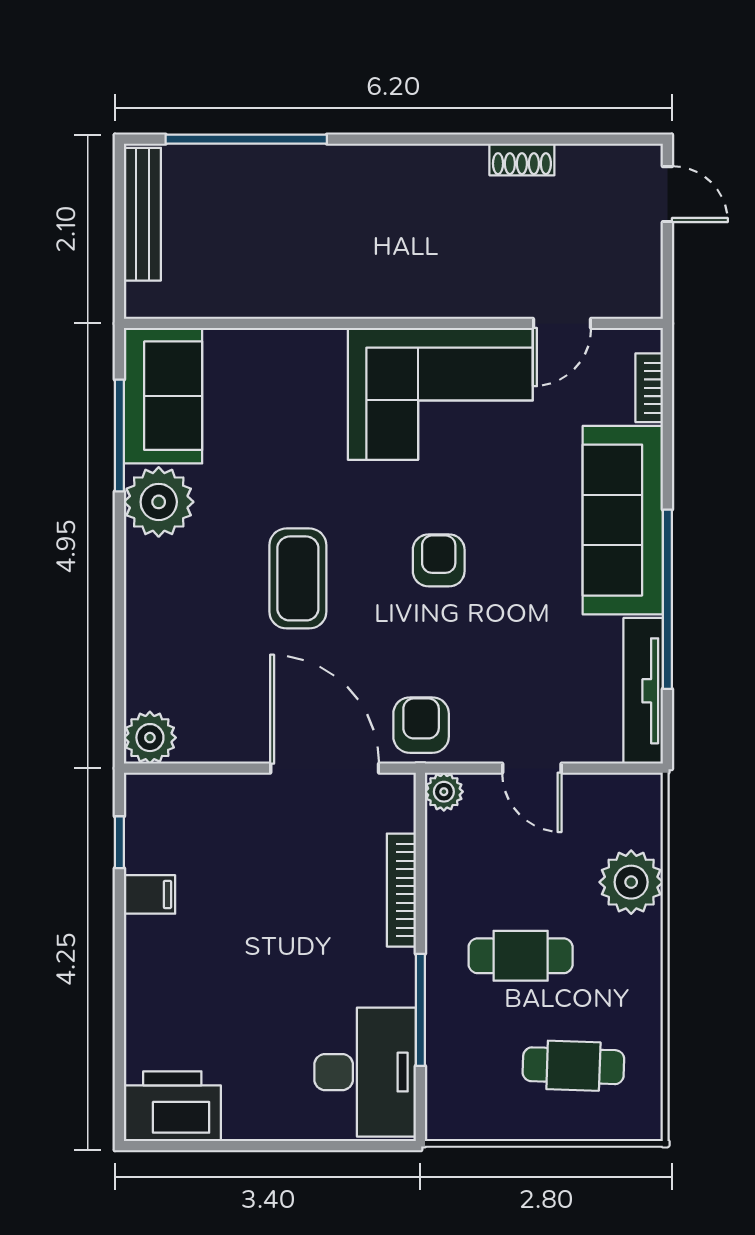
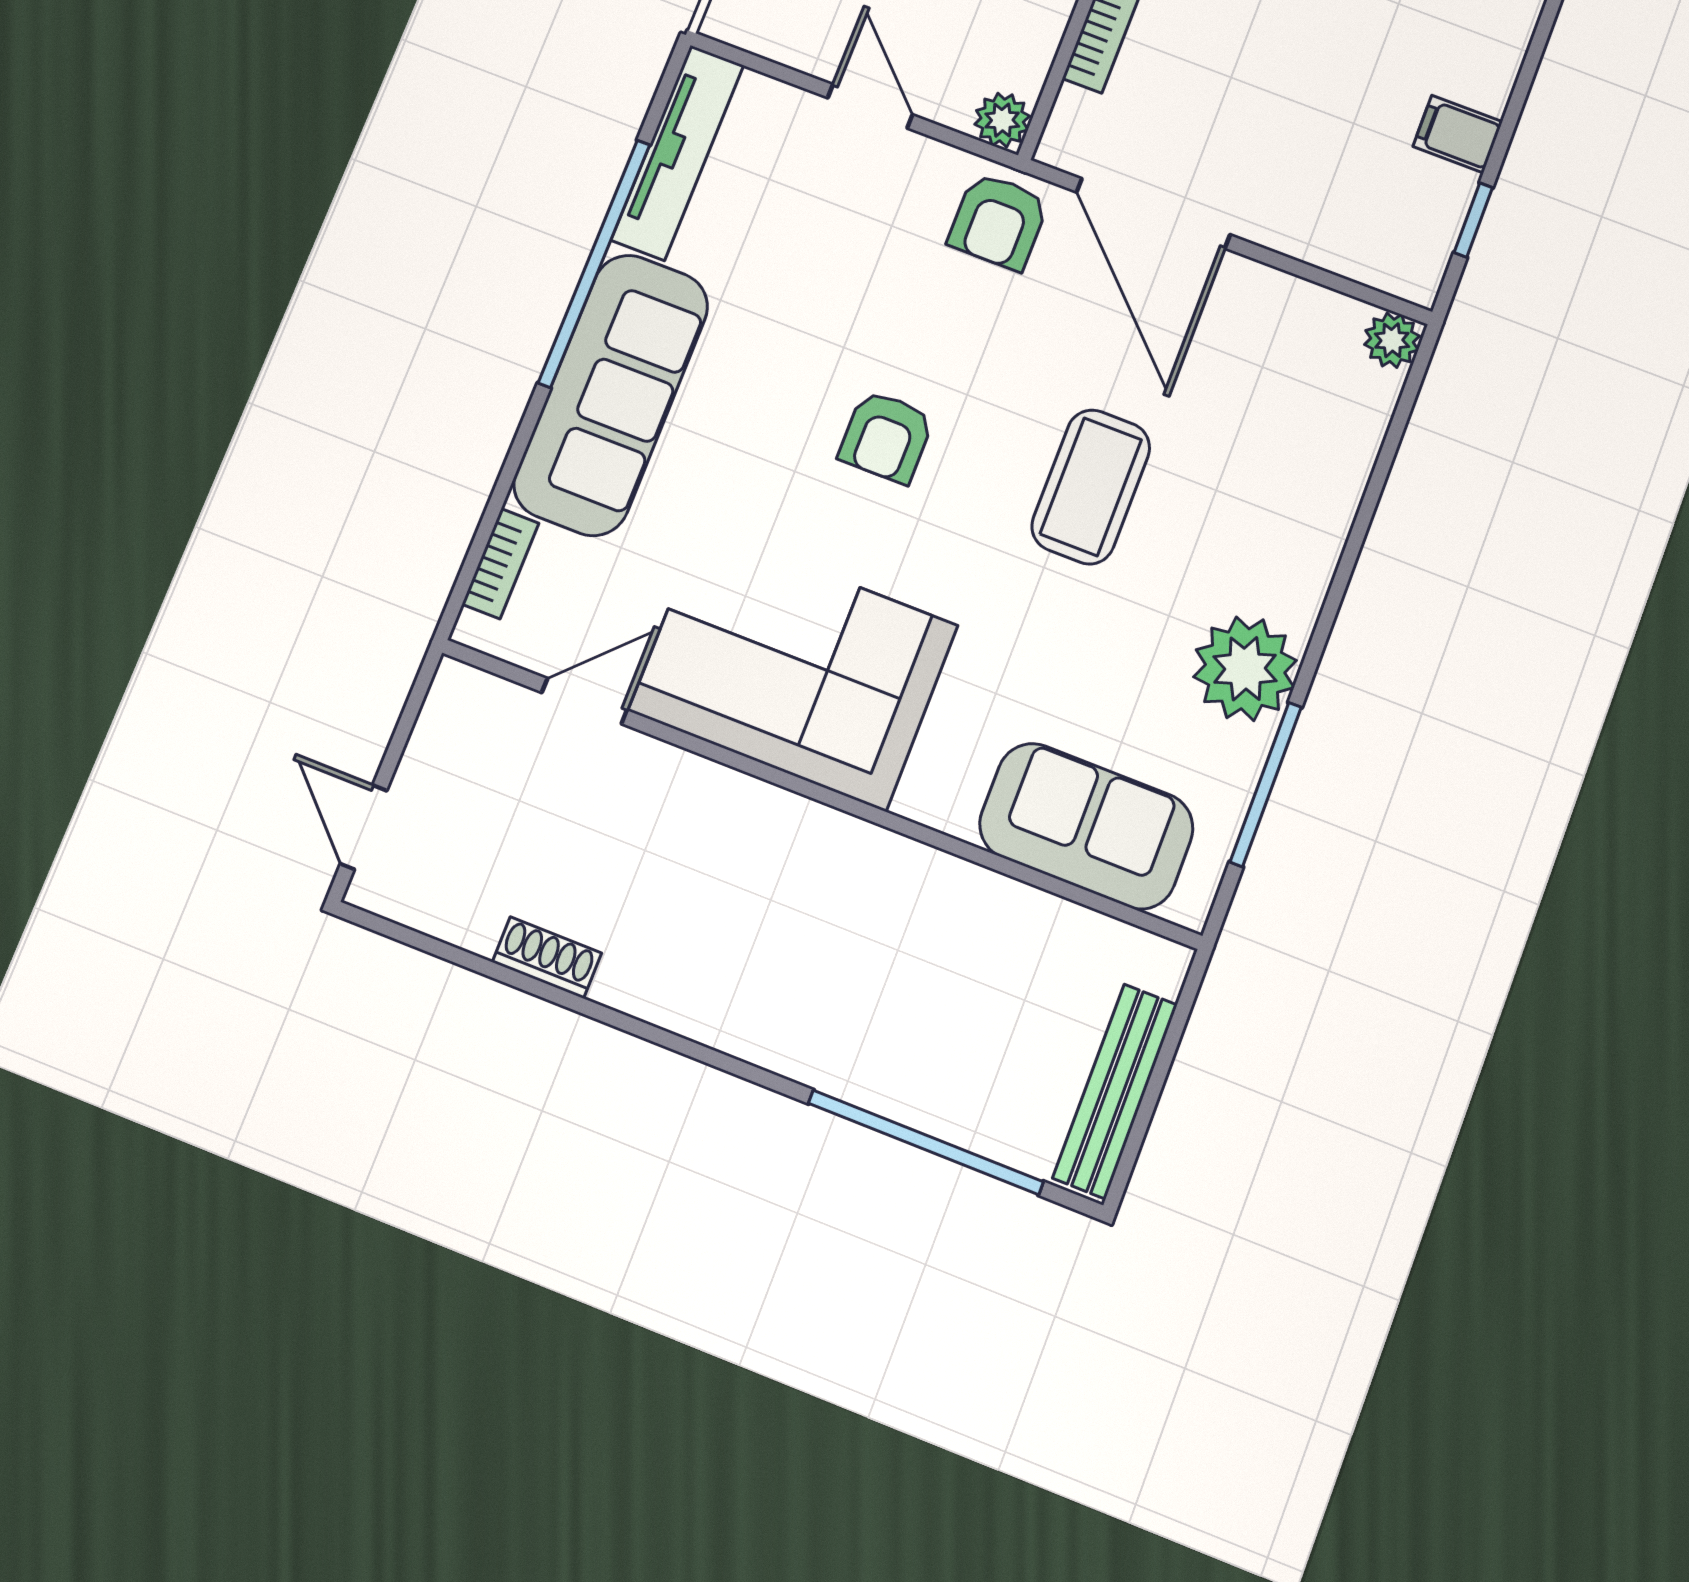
sofa: (163, 396) -> (1086, 826), moved, turned 90
plant: (150, 738) -> (1392, 340), width x0.73, depth x0.73

